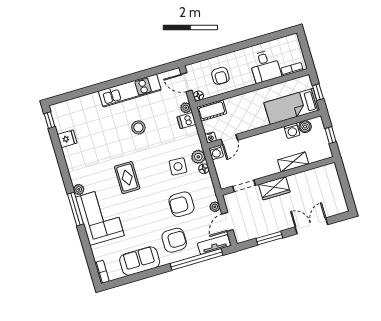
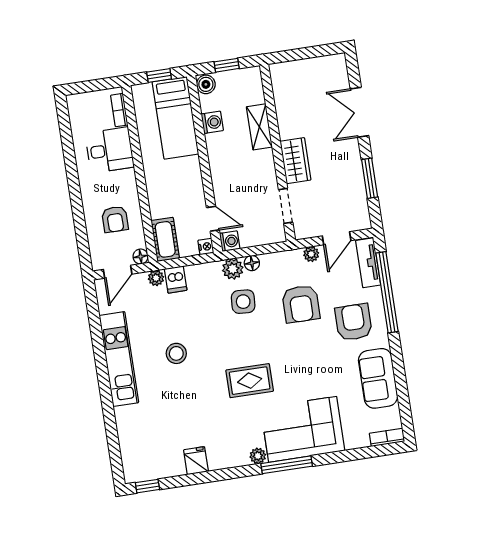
armchair: (220, 76) -> (115, 219), turned 90
boiler: (305, 127) -> (206, 84), moved
fridge: (67, 139) -> (196, 461), moved
door: (227, 222) -> (337, 238), hinge flipped

